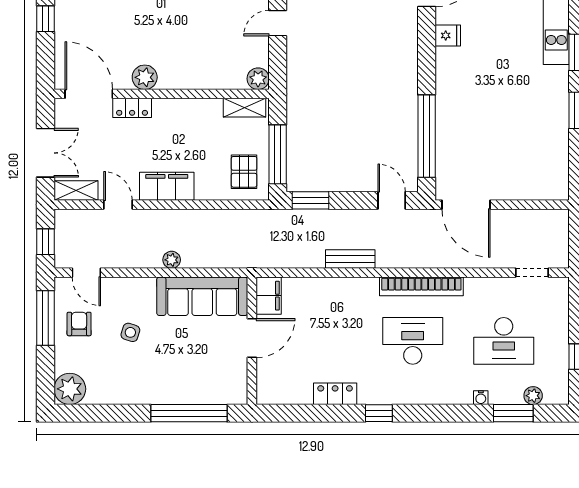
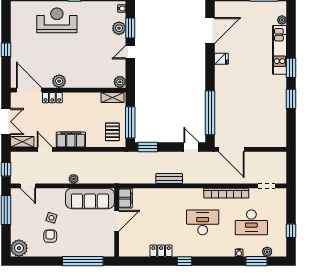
bookcase: (421, 286) -> (226, 193), moved
armchair: (79, 324) -> (50, 236), moved

